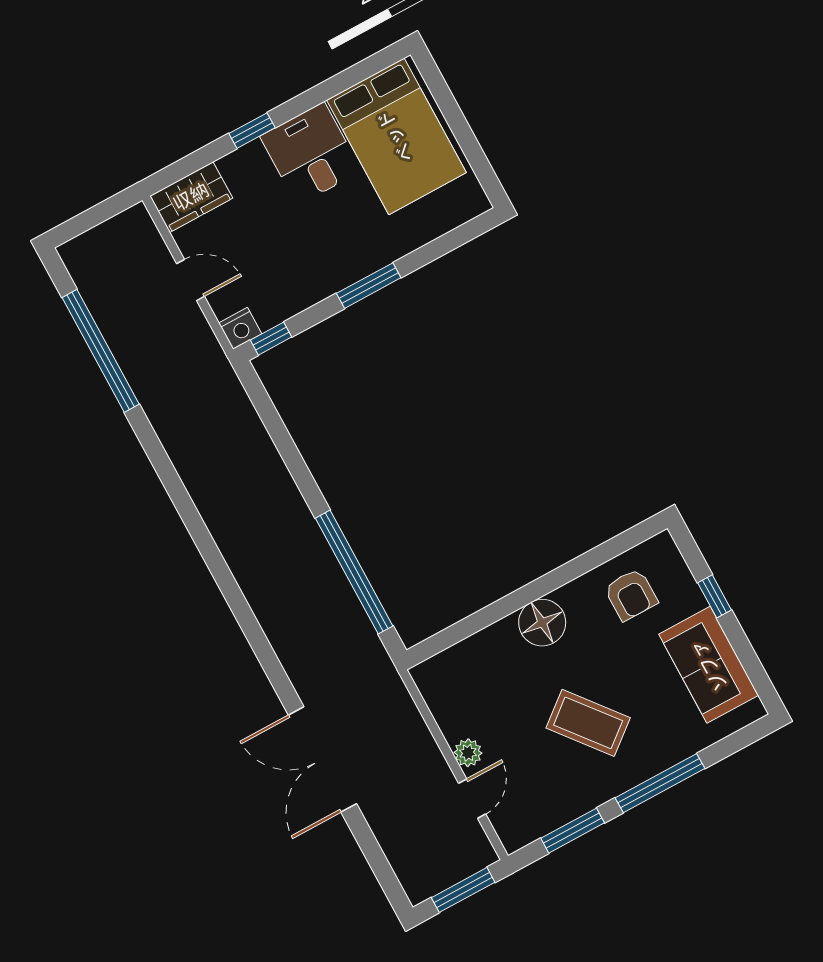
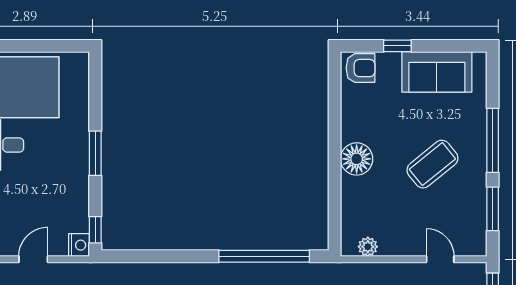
armchair: (631, 594) -> (360, 68), moved
plant: (468, 753) -> (368, 247), moved

